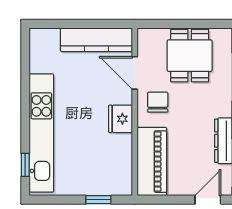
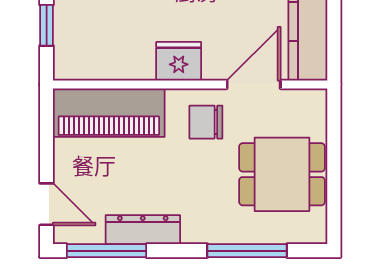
chair: (158, 102) -> (206, 122), turned 180

